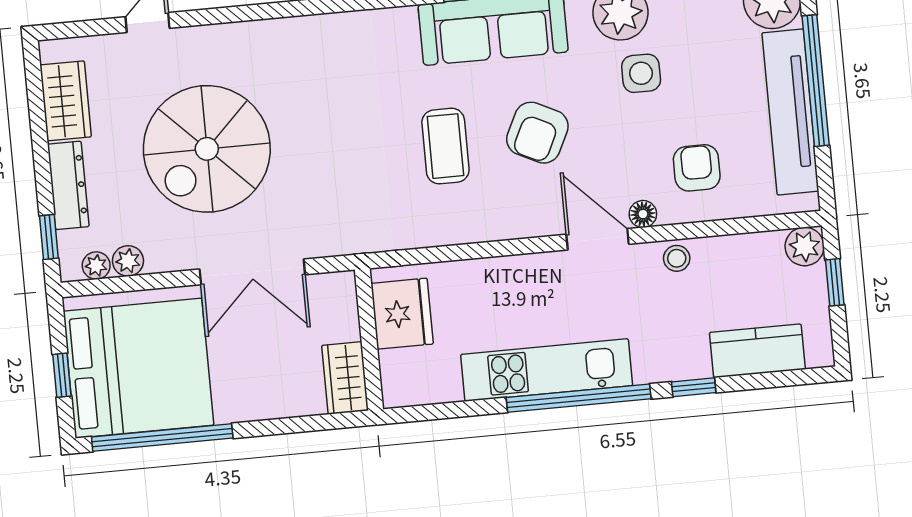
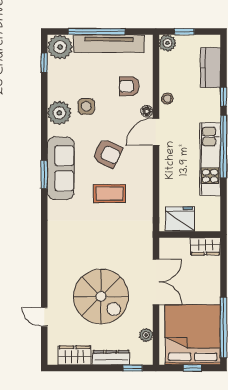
plant: (96, 266) -> (147, 349), removed

